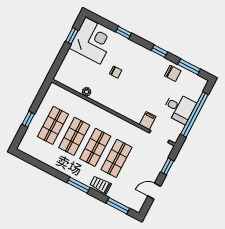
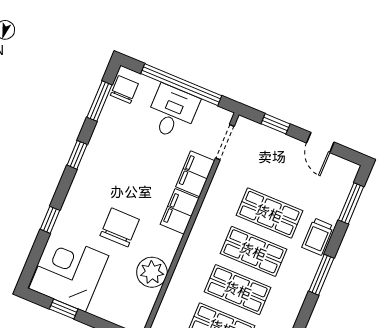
chair: (116, 72) -> (120, 227), width x1.87, depth x1.87
chair: (173, 73) -> (124, 90), moved
plant: (87, 92) -> (152, 272), width x1.88, depth x1.88
filing cabinet: (122, 107) -> (180, 211), added
filing cabinet: (148, 121) -> (195, 174), width x2.00

